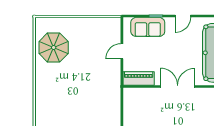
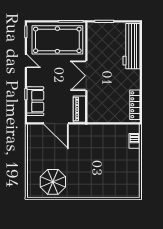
door: (183, 16) -> (26, 61), moved
door: (122, 51) -> (56, 123), width x1.87

